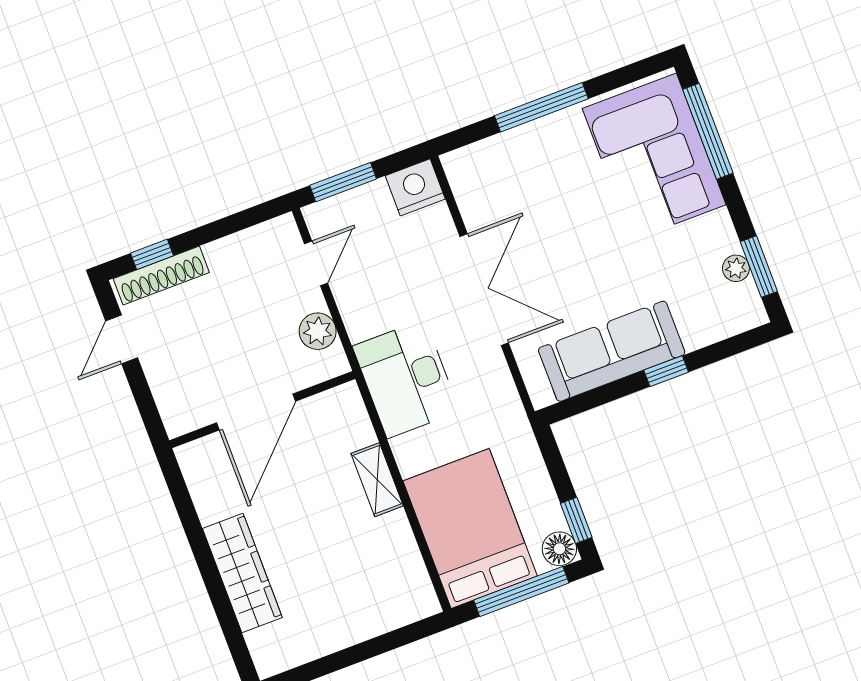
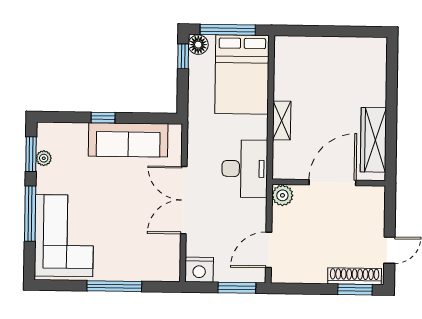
window: (708, 131) -> (30, 214), moved
window: (152, 254) -> (355, 289), width x1.50
door: (316, 263) -> (269, 250), width x1.38
plant: (318, 331) -> (282, 195), moved
wardrobe: (242, 573) -> (373, 140), moved

